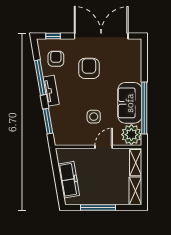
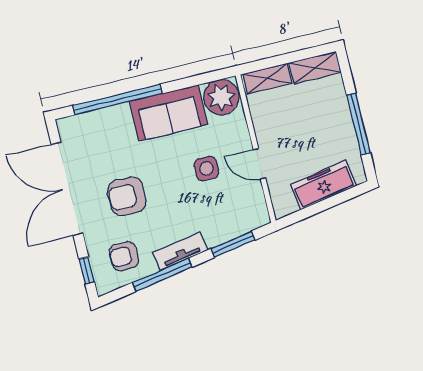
window: (144, 108) -> (117, 99), moved
door: (104, 147) -> (259, 164), moved

